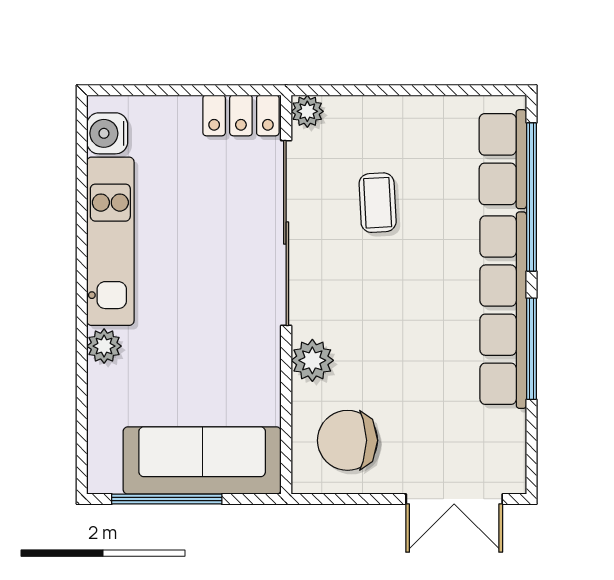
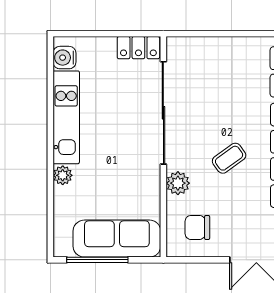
plant: (307, 111) -> (175, 45), removed
coffee table: (378, 203) -> (229, 158), moved, turned 57
chair: (348, 440) -> (197, 227), width x0.73, depth x0.73

